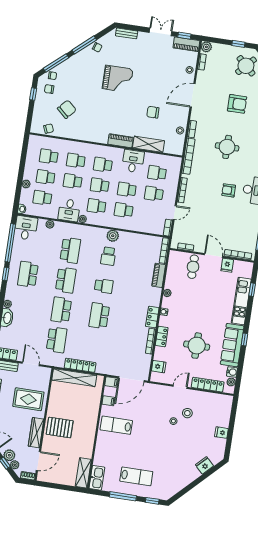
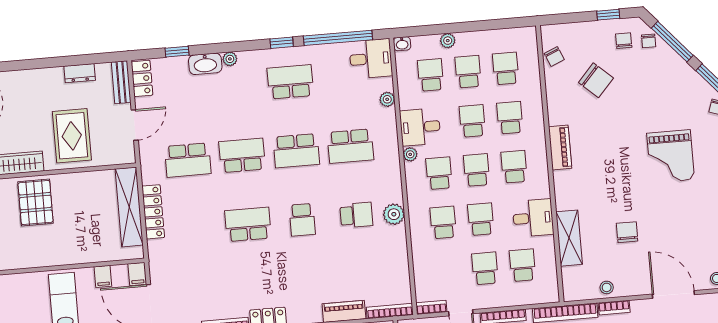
piano: (121, 141) -> (560, 147), moved
school desk: (108, 256) -> (356, 215), turned 180

